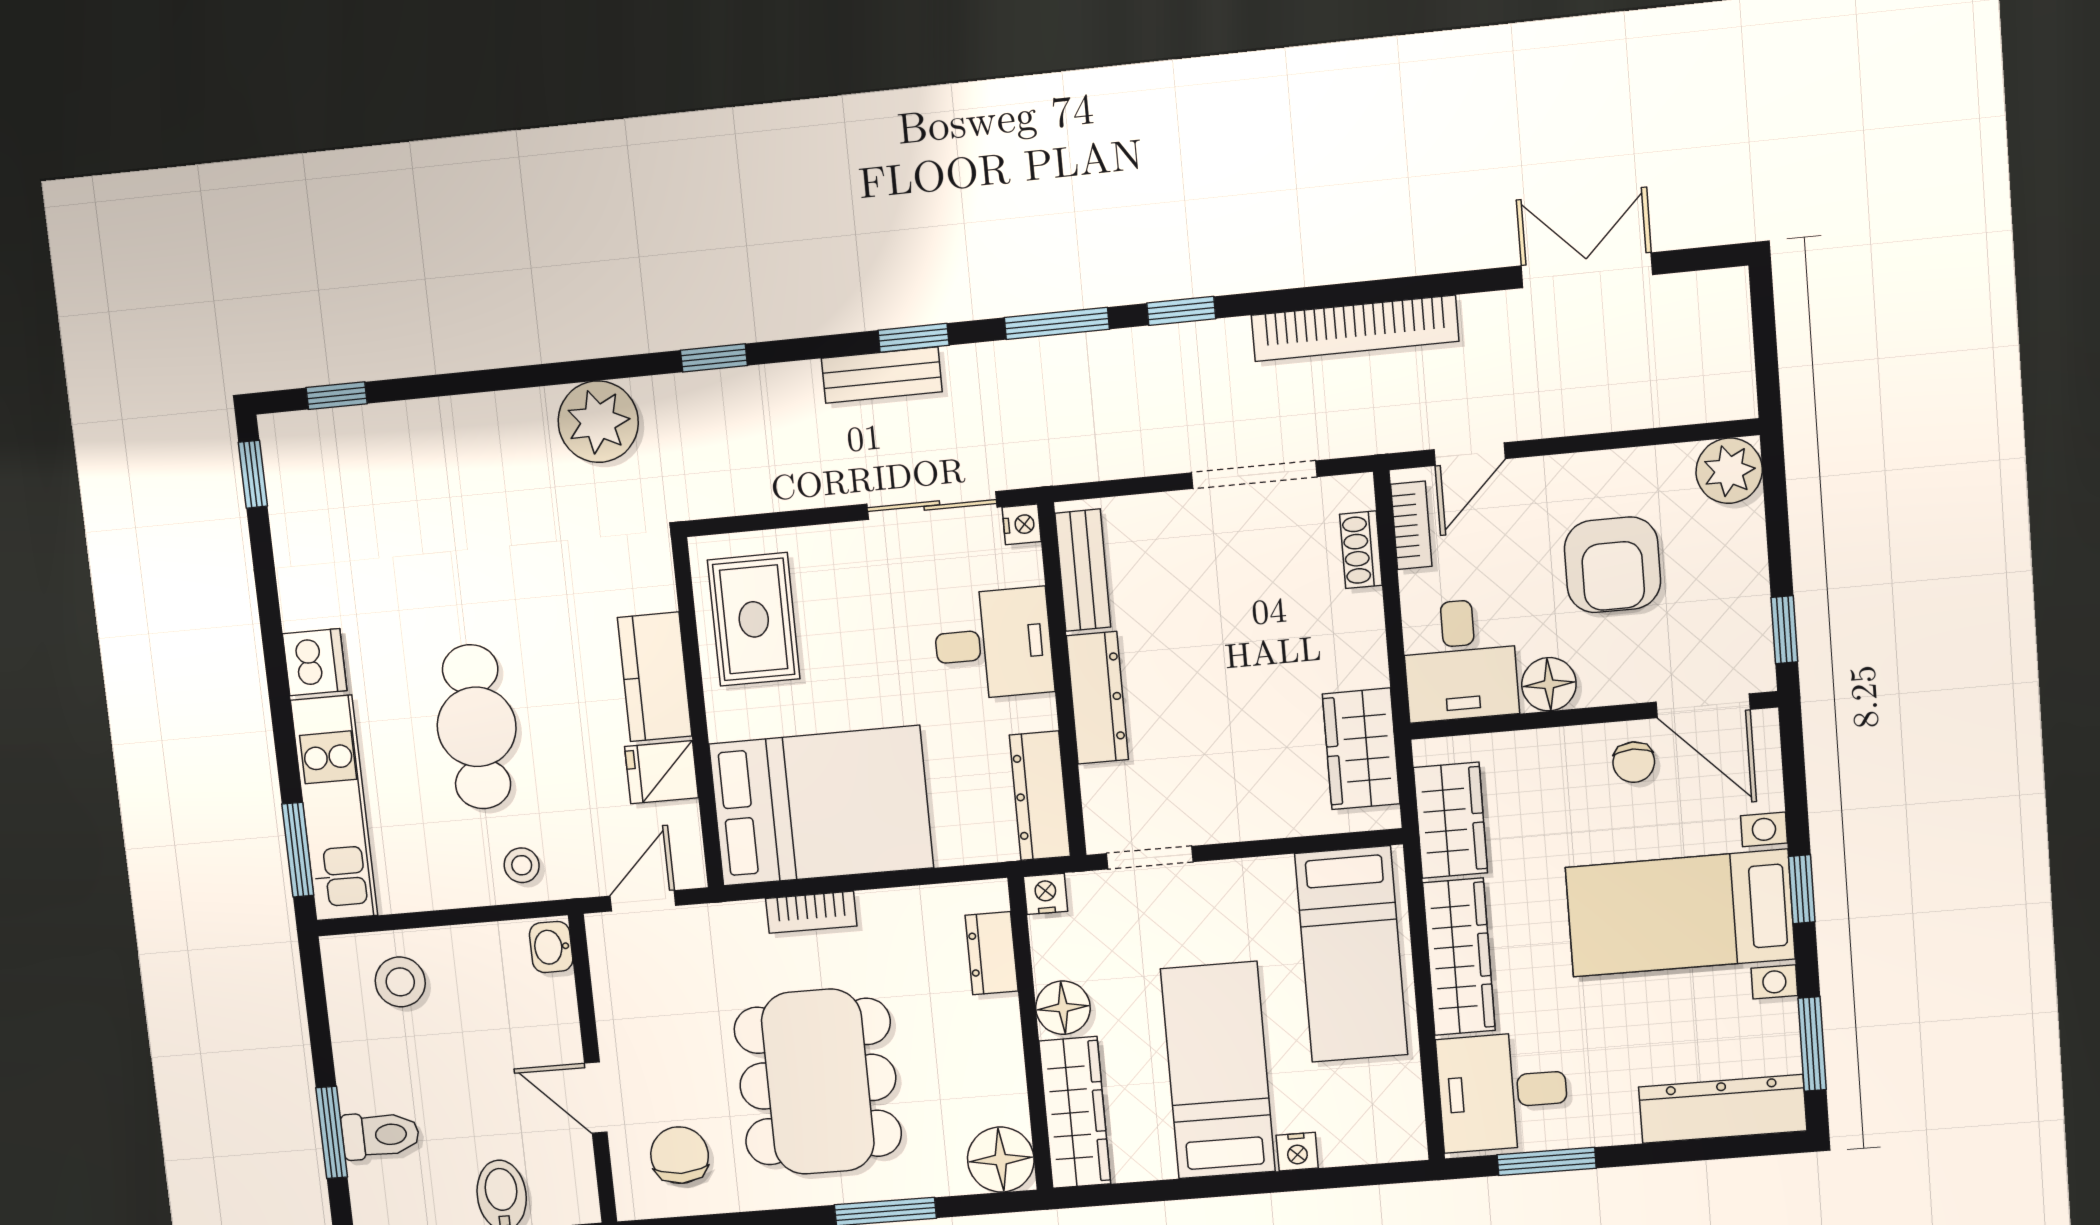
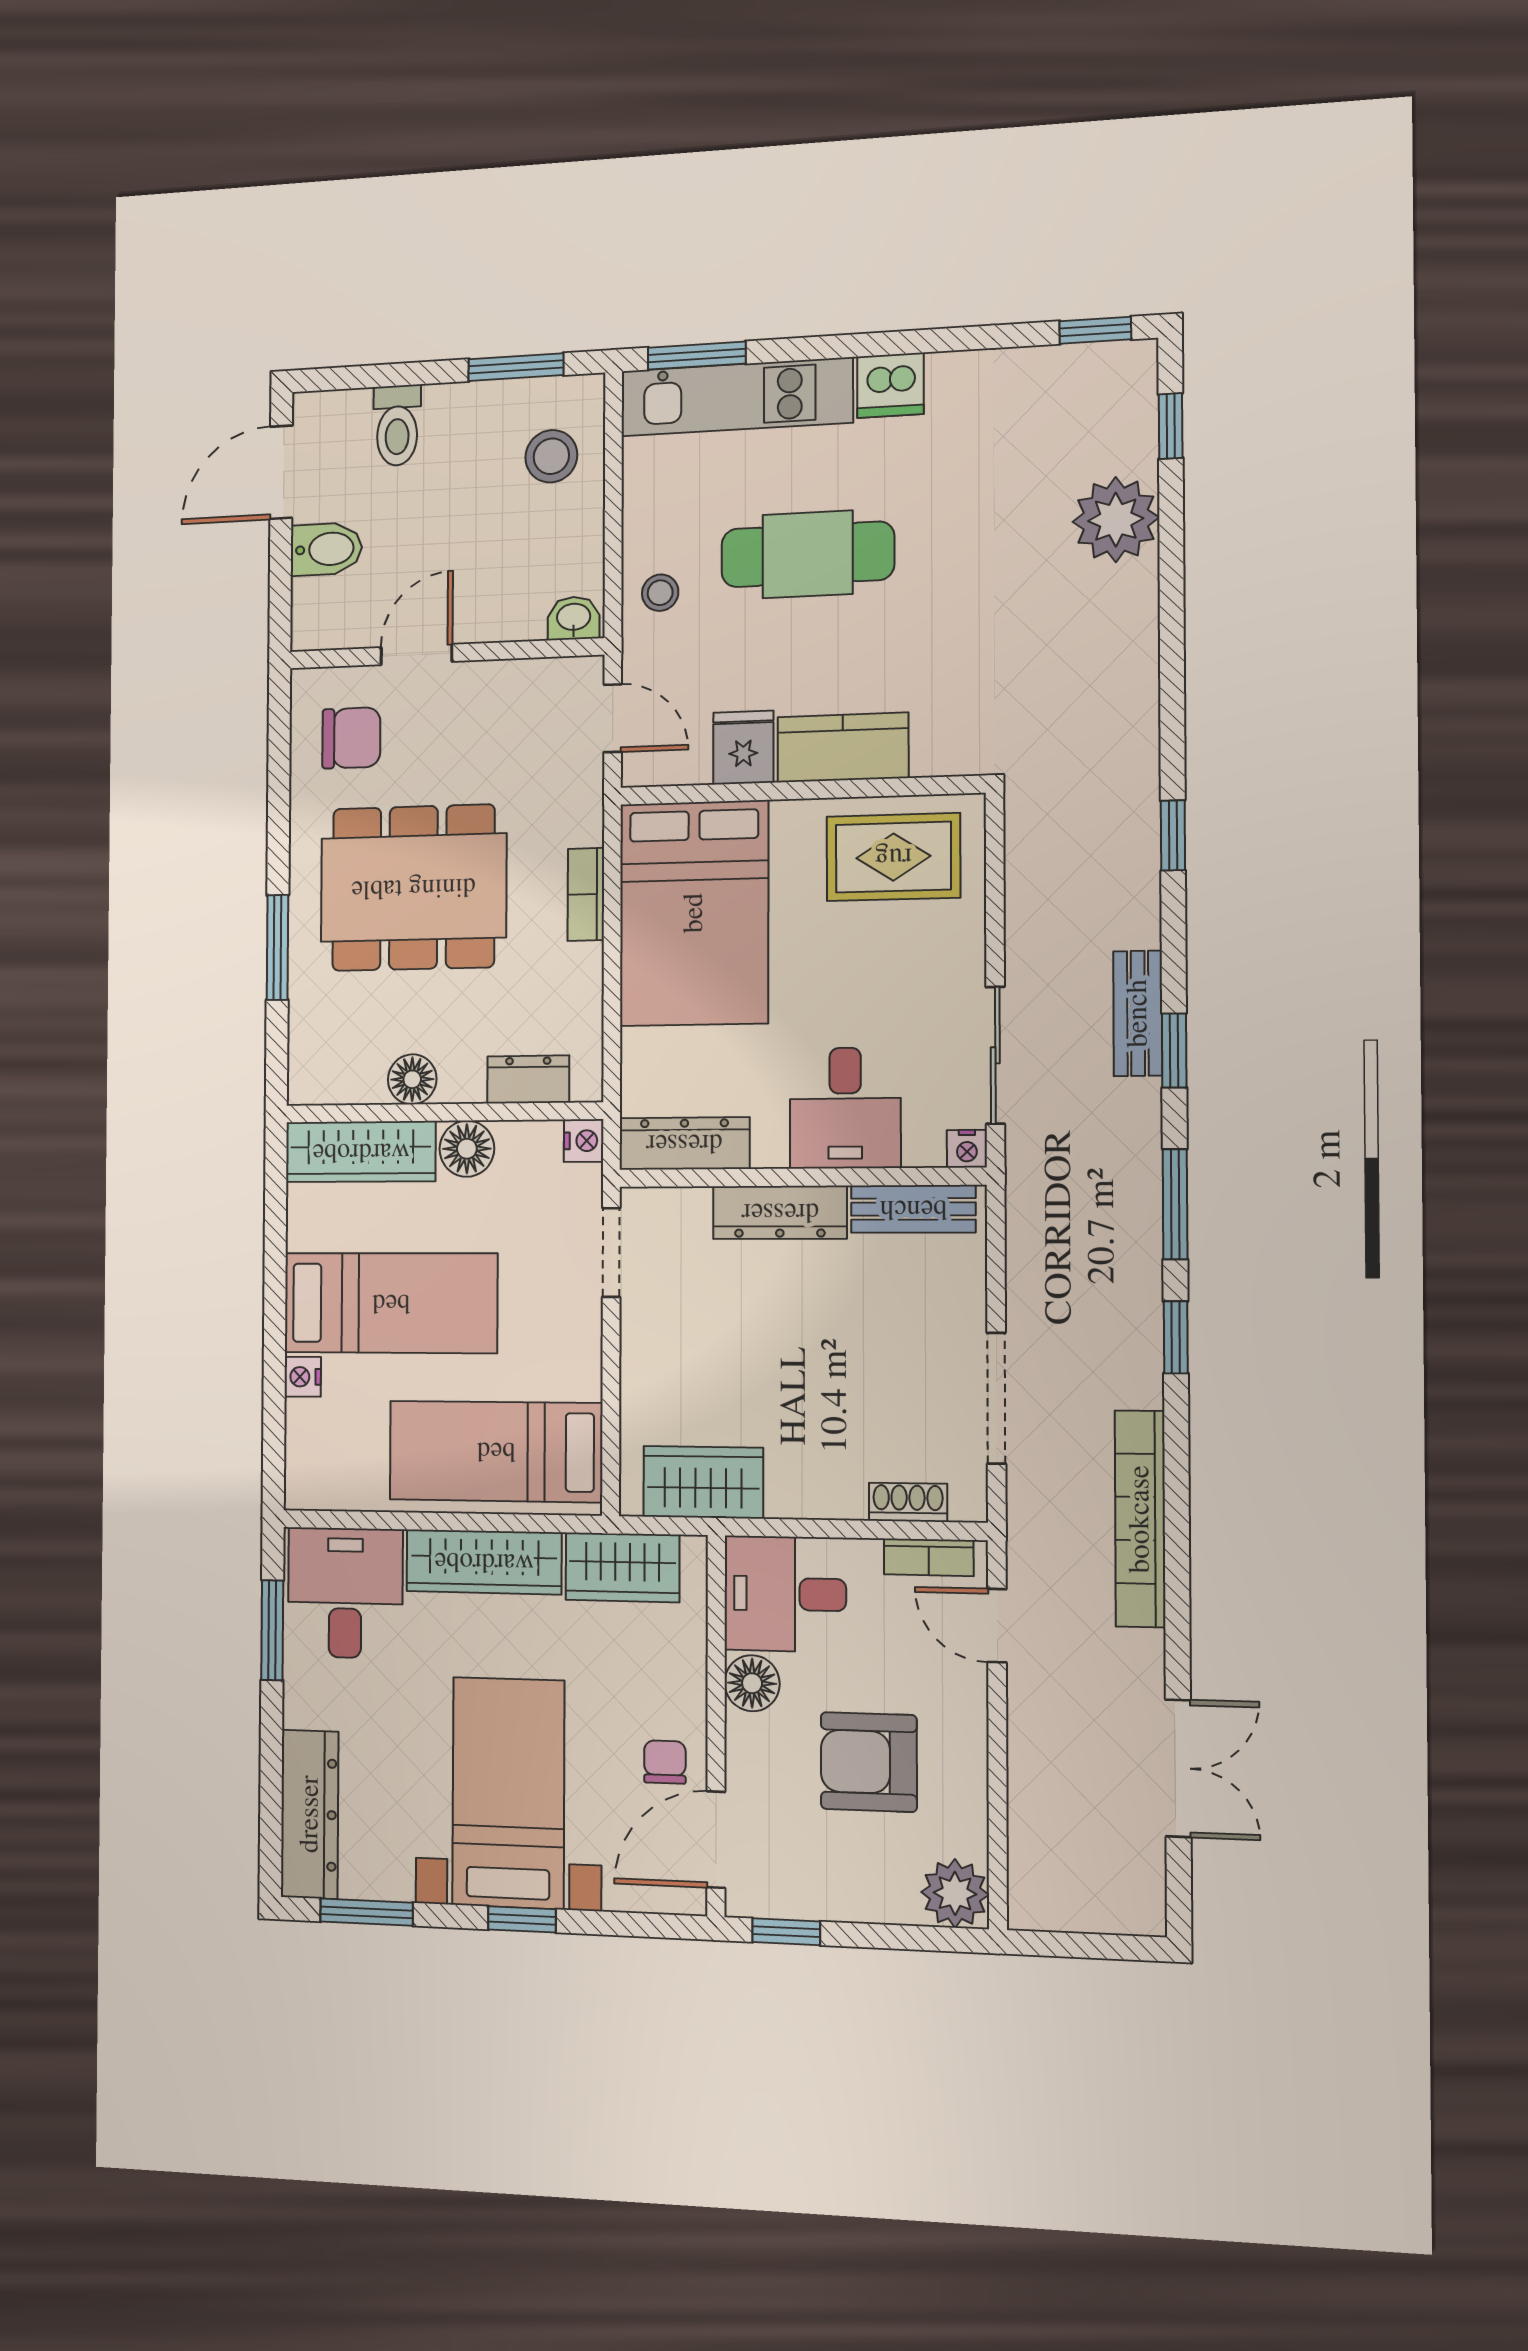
plant: (598, 422) -> (1116, 520), moved
chair: (1634, 762) -> (665, 1762), turned 90
window: (332, 1132) -> (516, 367), moved
floor lamp: (1001, 1160) -> (412, 1079), moved, width x0.73, depth x0.73

